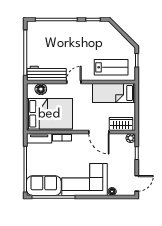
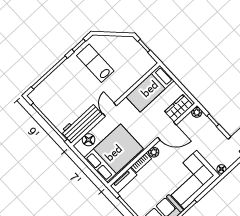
lab bench: (111, 67) -> (95, 63), moved, turned -90
plant: (77, 138) -> (154, 152), added

